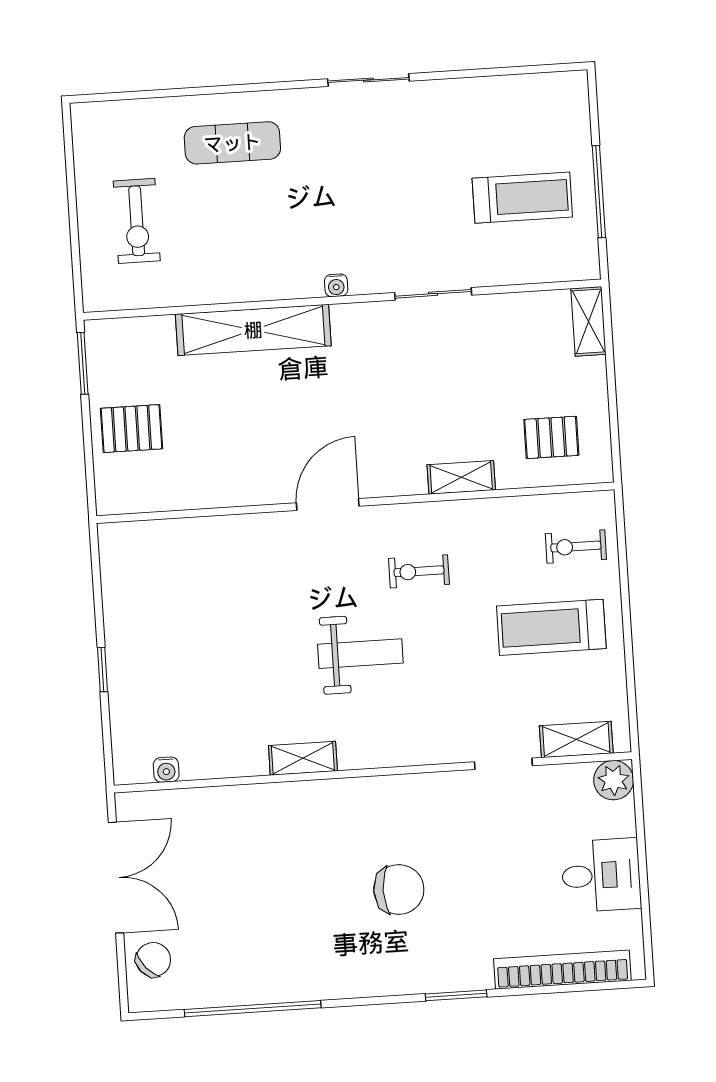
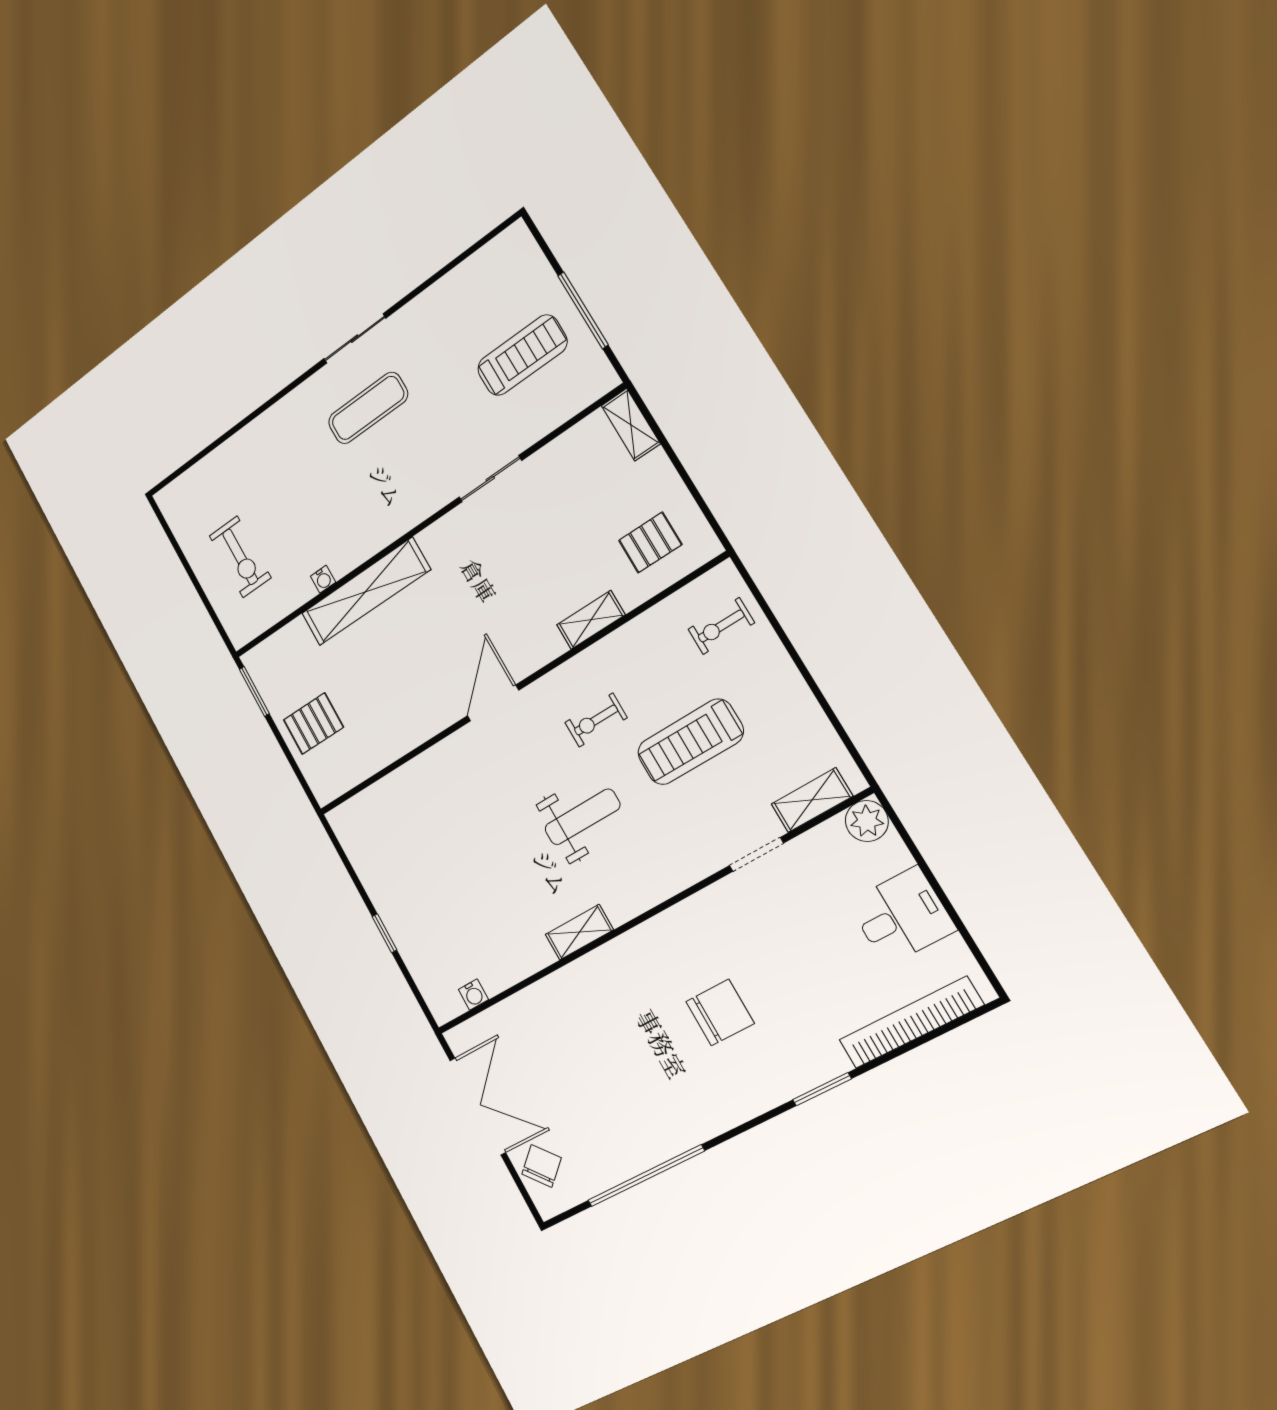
exercise mat: (232, 143) -> (368, 408), moved
water cooler: (336, 285) -> (323, 579), moved
treadmill: (551, 627) -> (690, 742), moved

